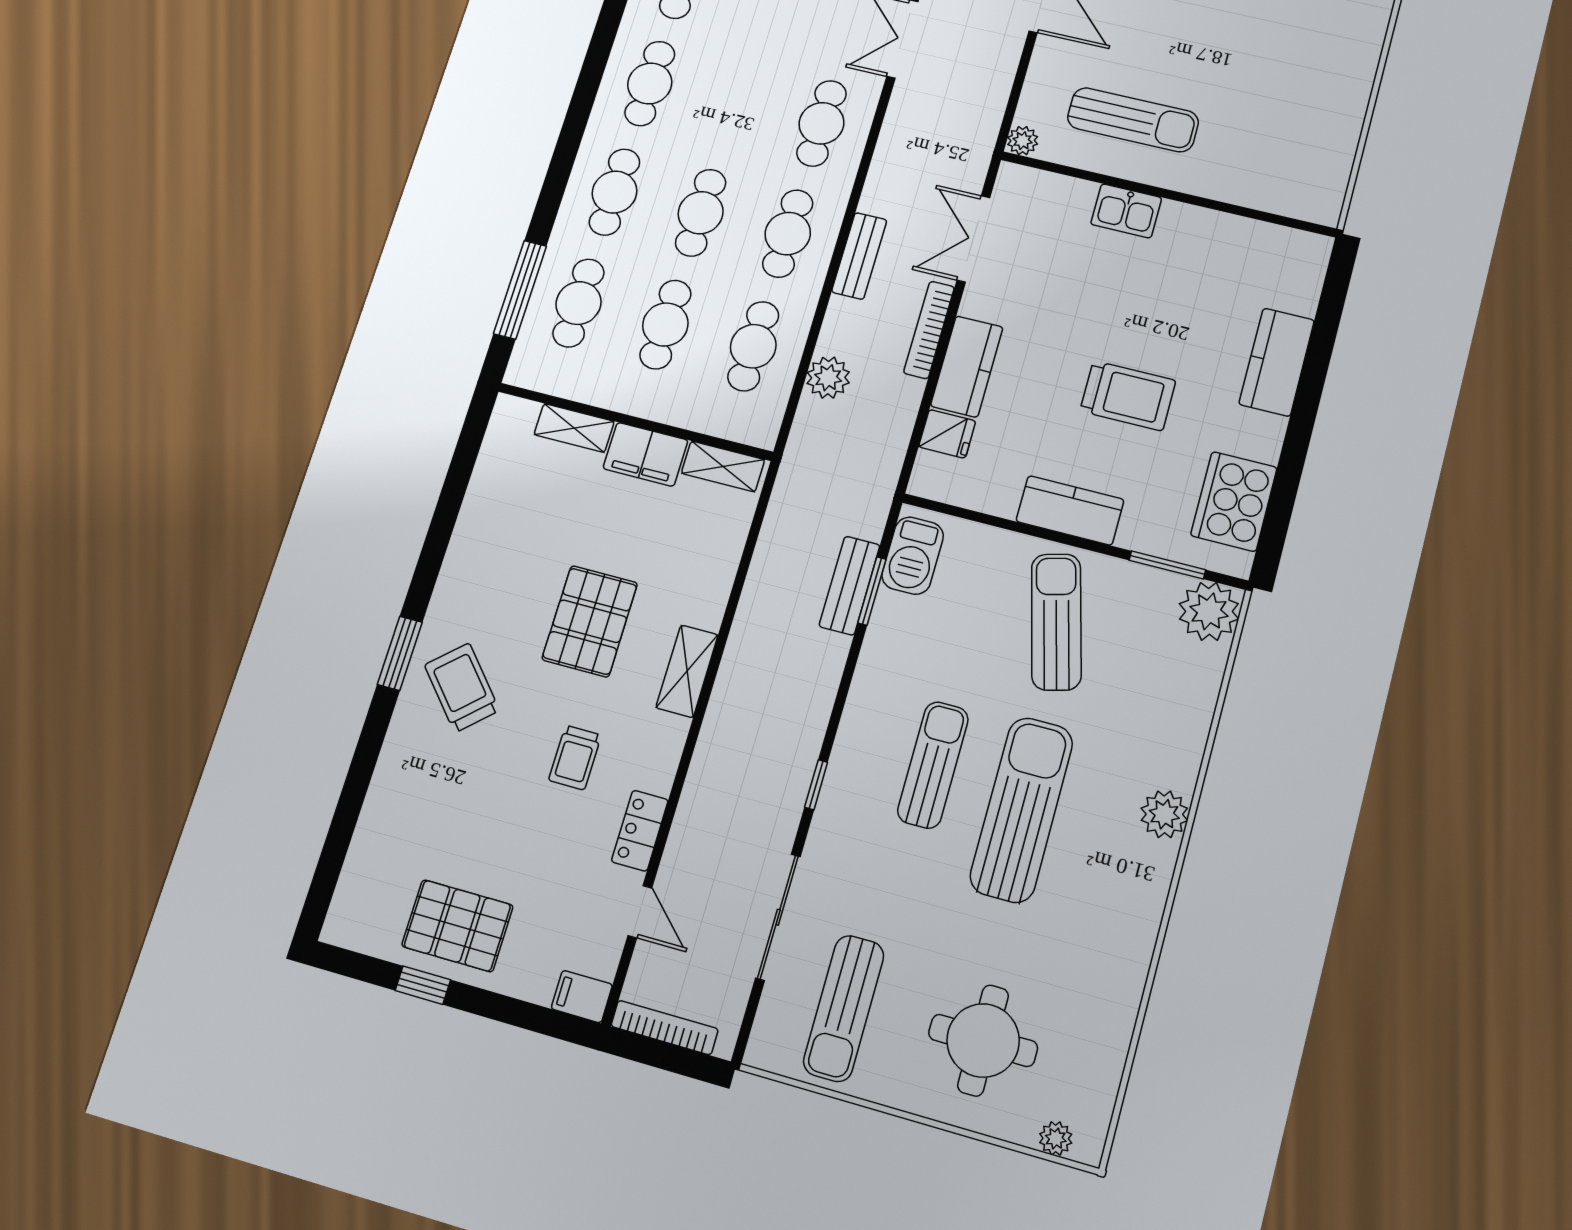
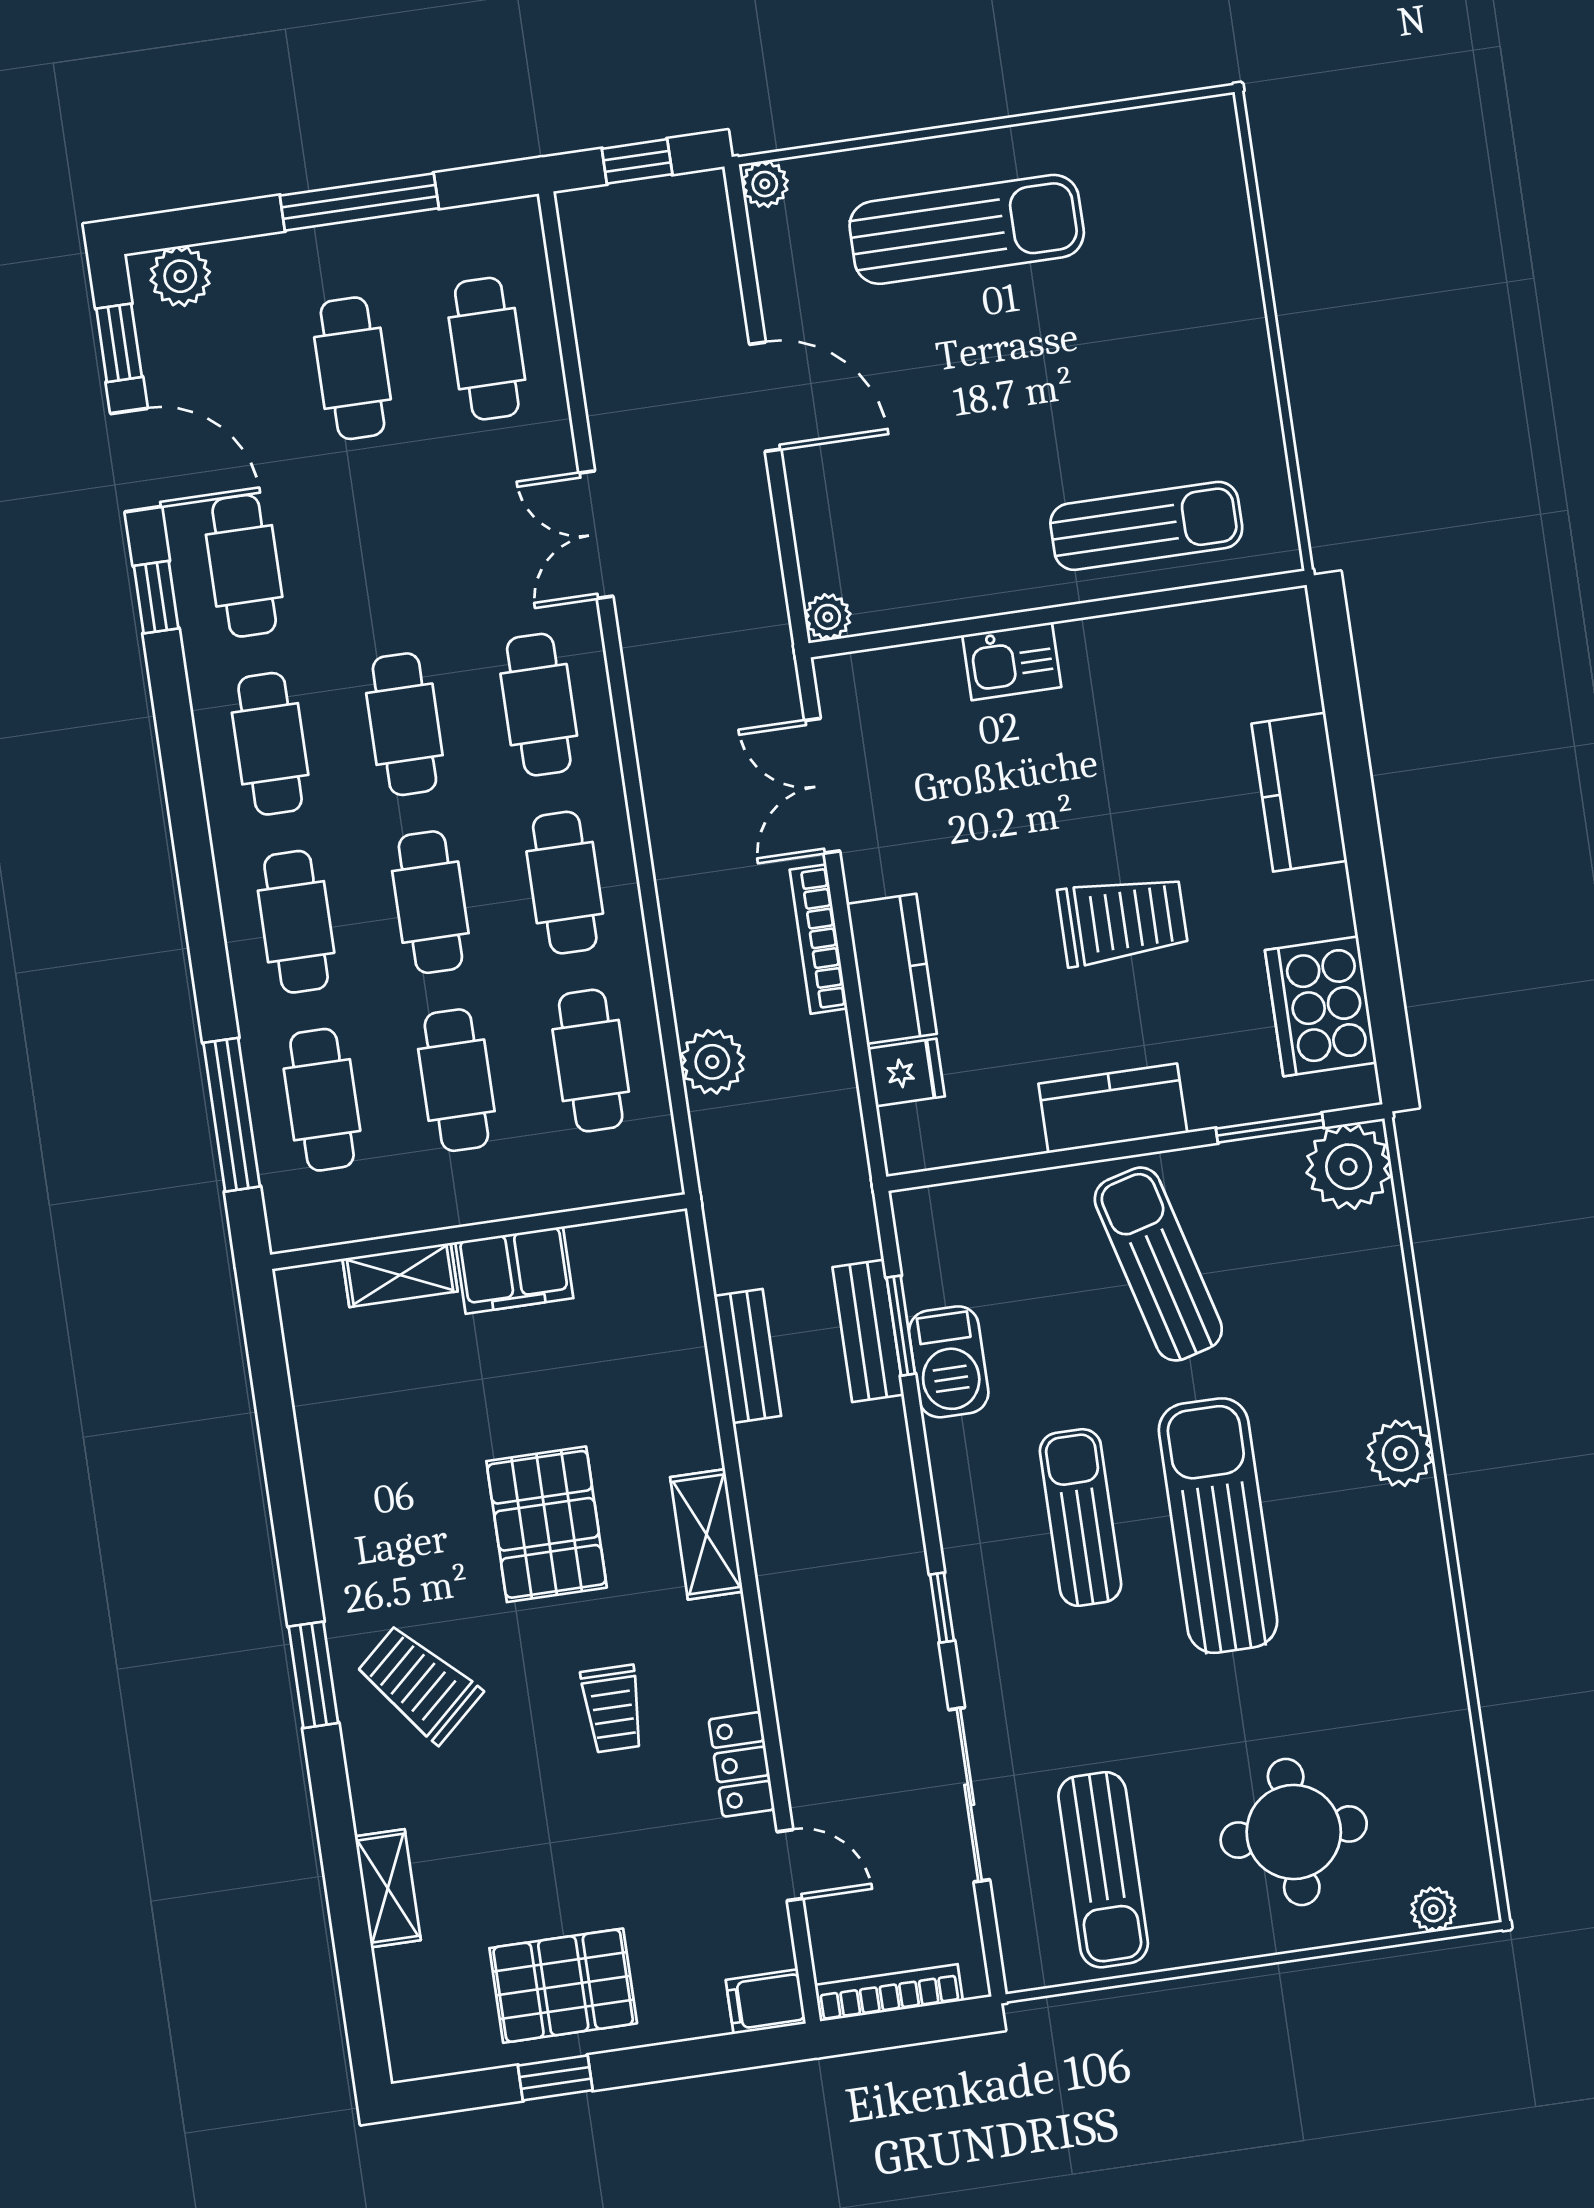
cafe table: (735, 103) -> (404, 724), added
sun lounger: (1133, 120) -> (1146, 526), moved
bench: (859, 256) -> (748, 1356), moved
shelving: (723, 466) -> (388, 1888), moved, turned 90
barbecue: (913, 556) -> (949, 1362), moved

